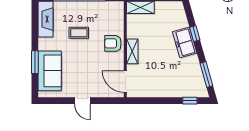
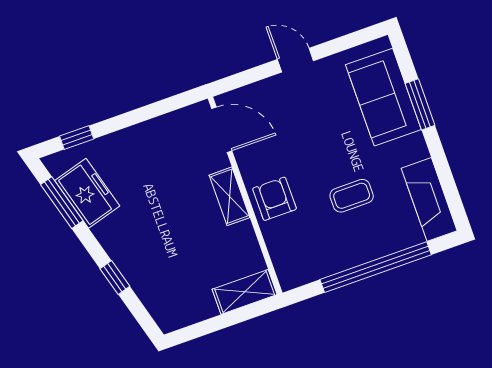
freezer: (185, 42) -> (87, 193), moved
armchair: (113, 43) -> (274, 199), turned -90

